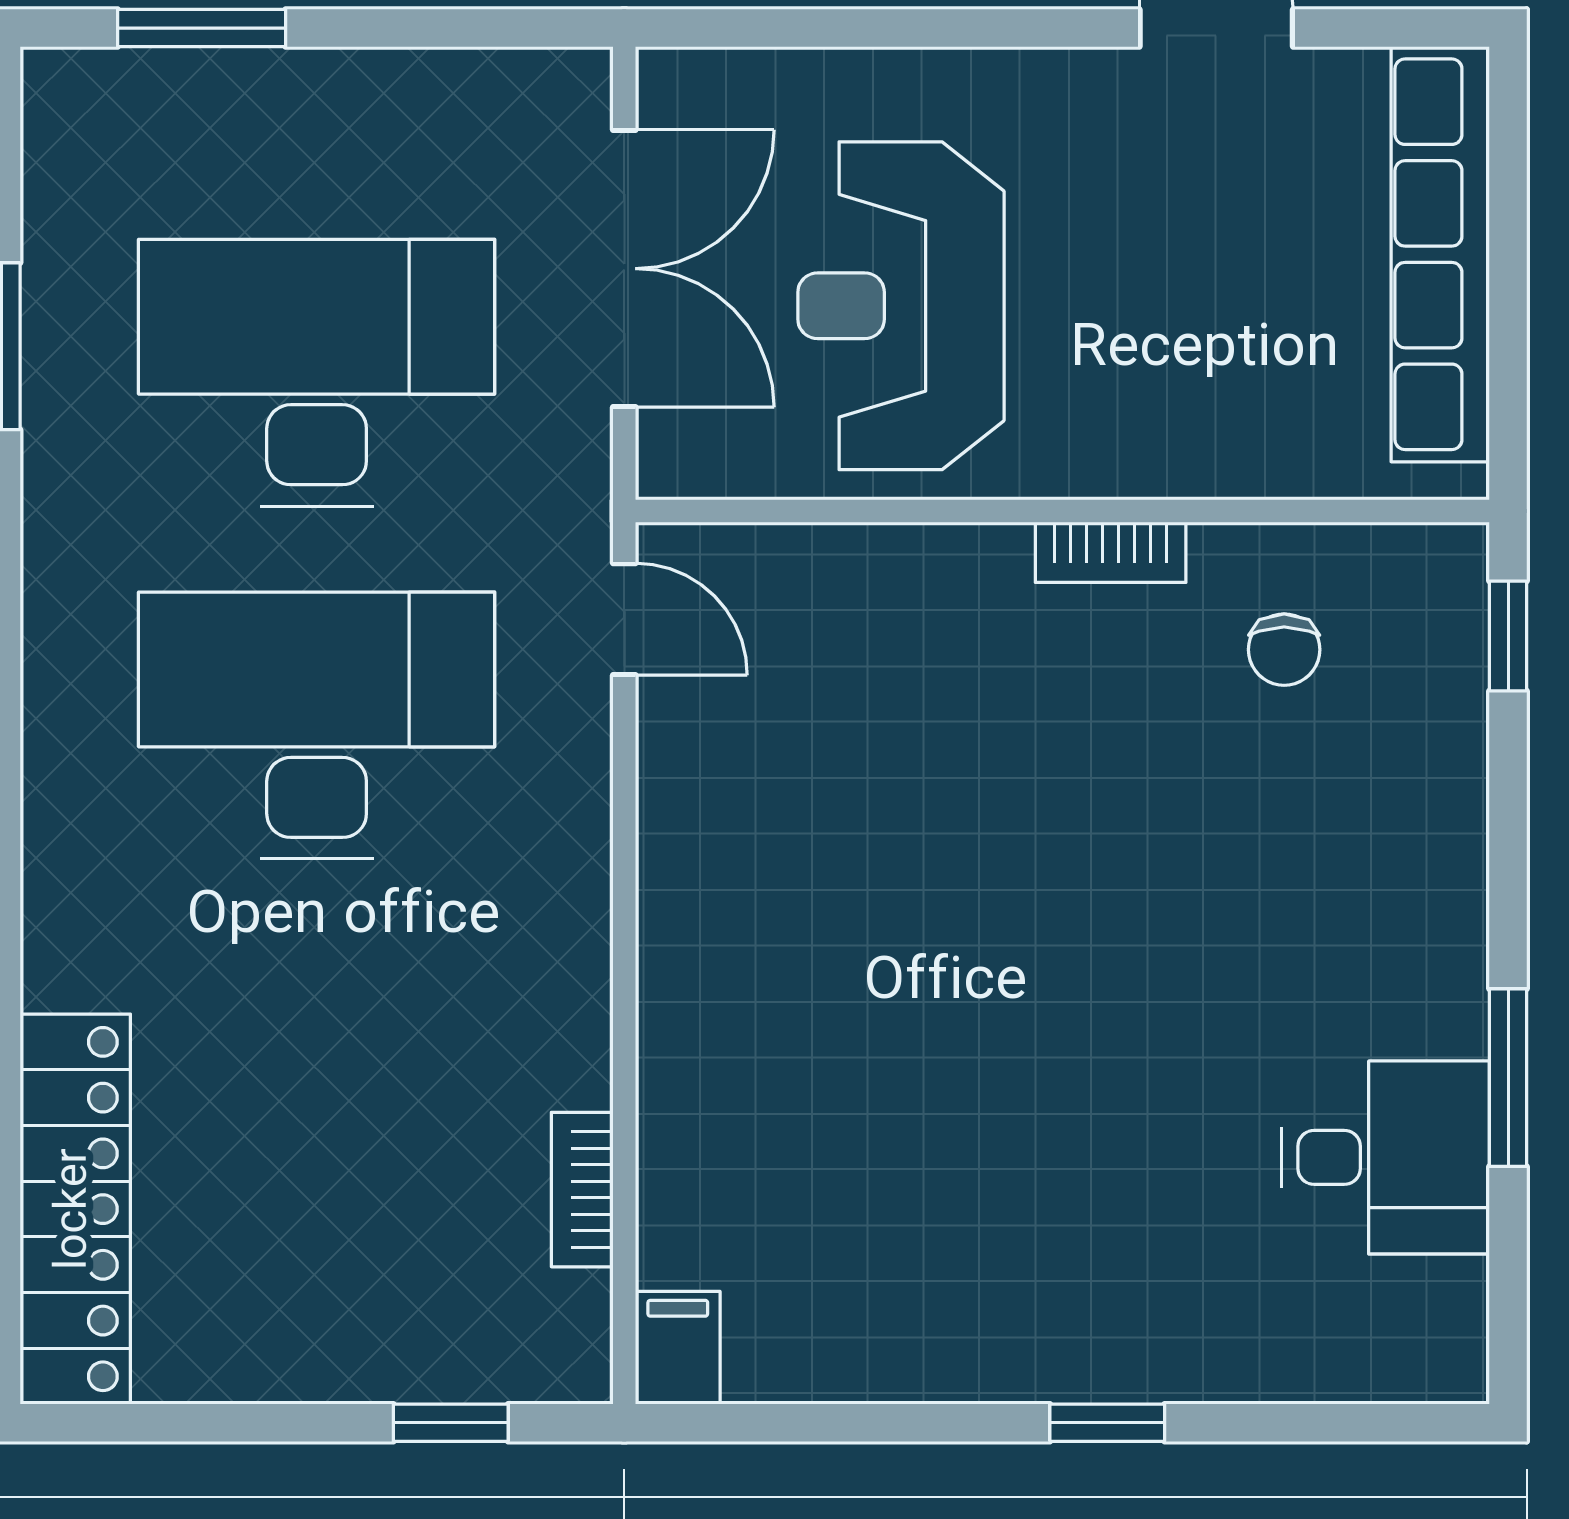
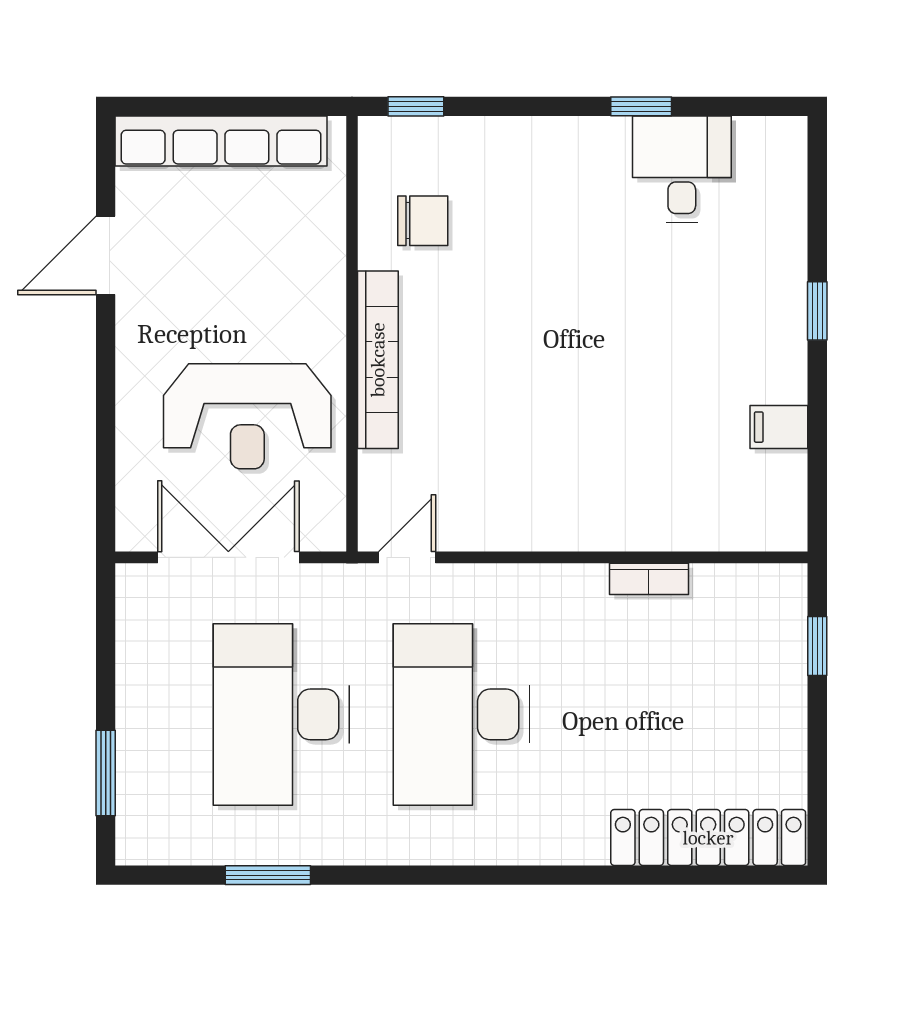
bookcase: (1111, 552) -> (378, 360), width x2.31, depth x1.31
chair: (1284, 650) -> (423, 221), width x1.37, depth x1.37
window: (1508, 1078) -> (641, 106), width x0.67
bookcase: (582, 1190) -> (649, 579), moved
filing cabinet: (678, 1348) -> (779, 427), moved

